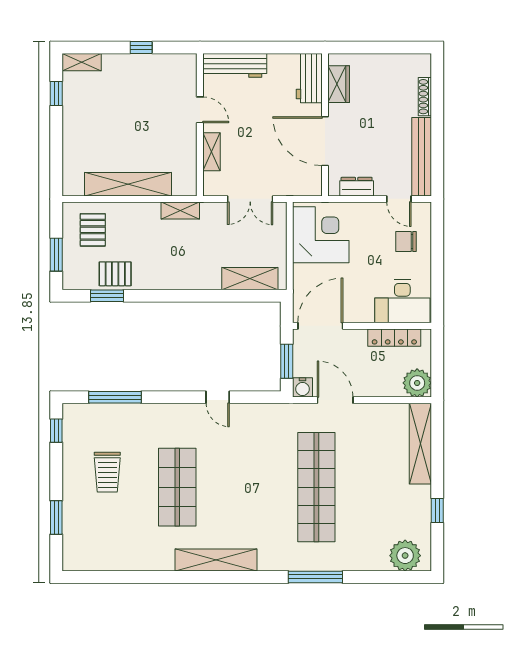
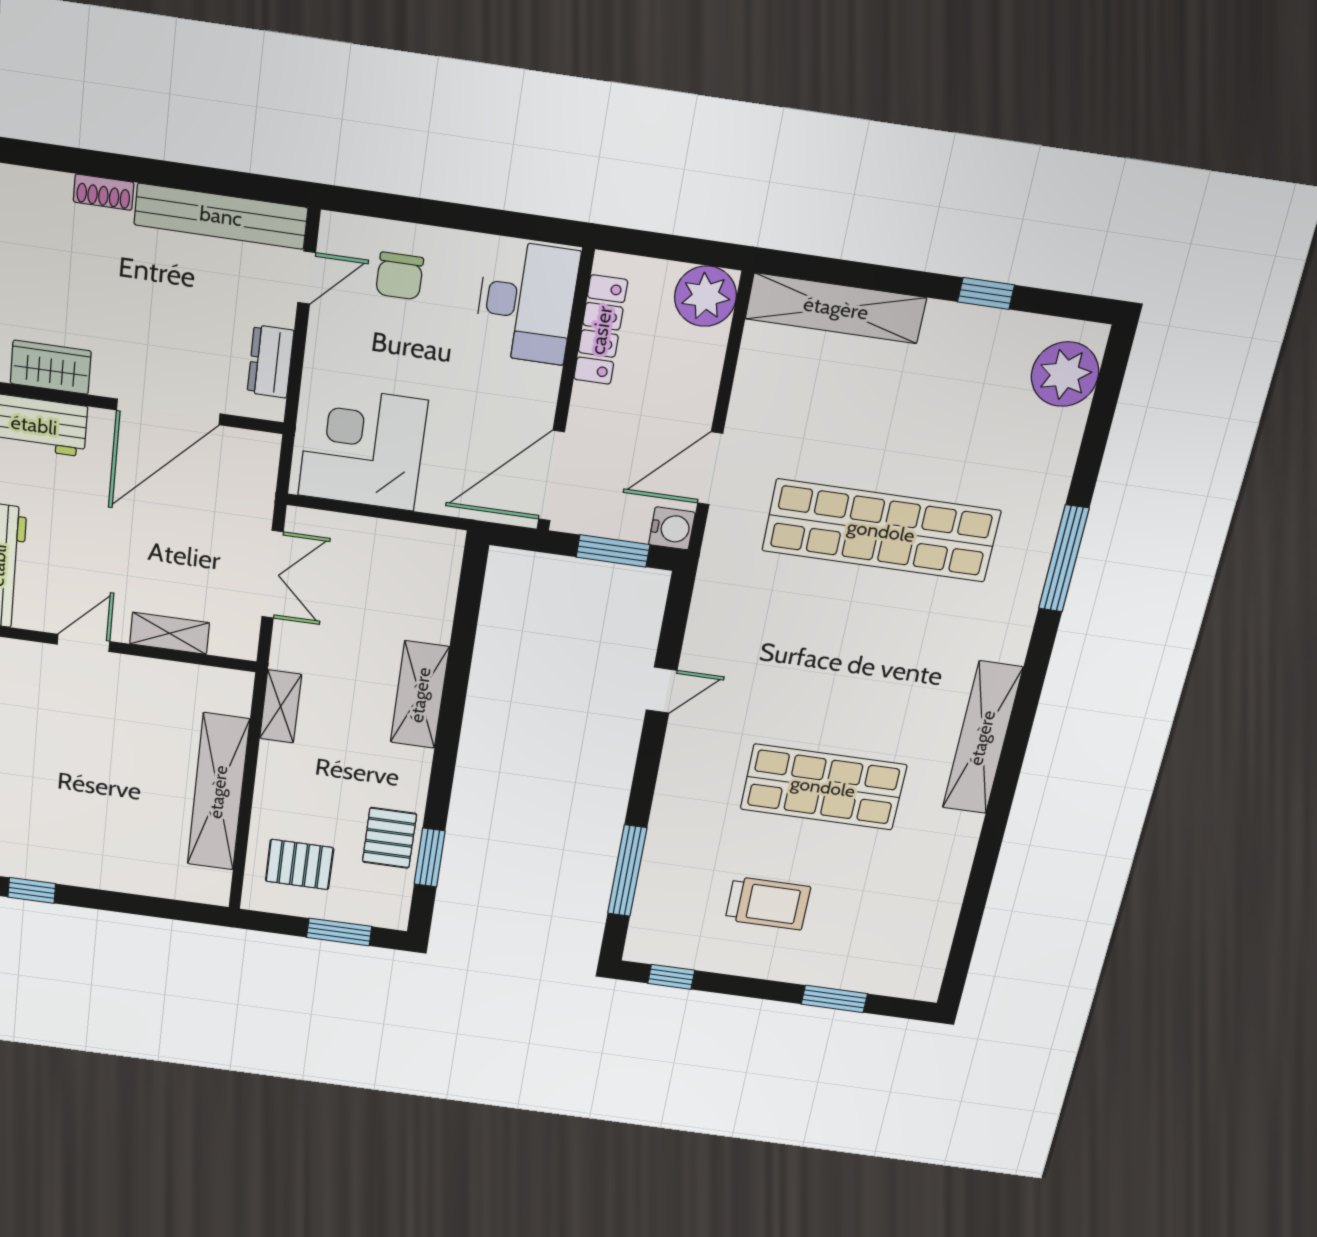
shoe rack: (425, 97) -> (104, 192), width x0.70
shelving: (250, 279) -> (420, 695), moved
door: (320, 326) -> (551, 476), hinge flipped

